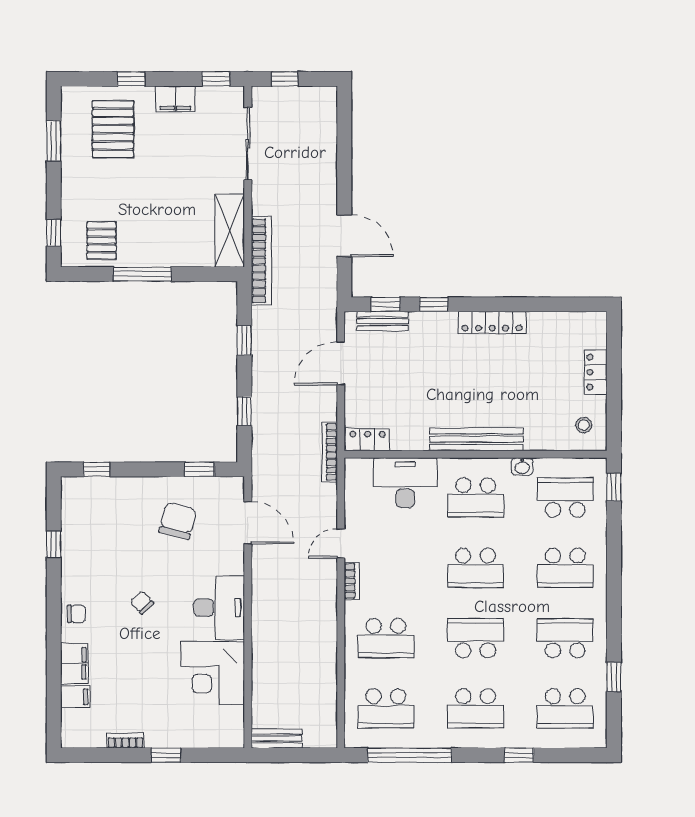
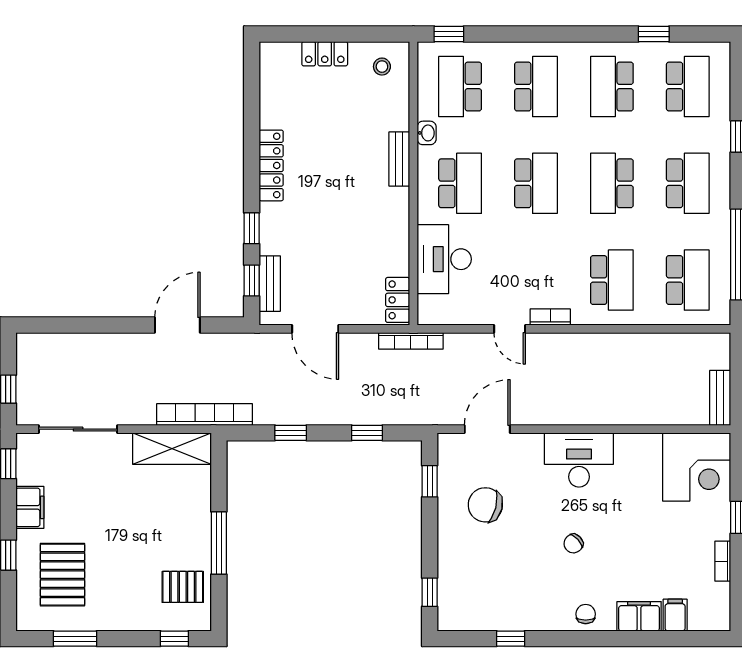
pallet: (113, 129) -> (62, 575), turned 90
bench: (476, 439) -> (399, 159), width x0.54, depth x0.82
corner desk: (213, 673) -> (697, 467), moved

